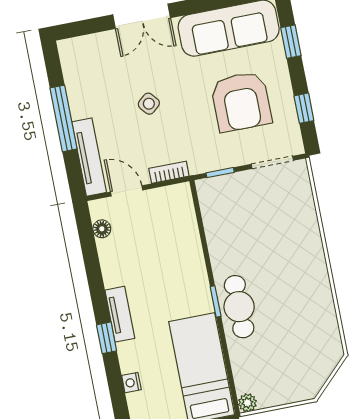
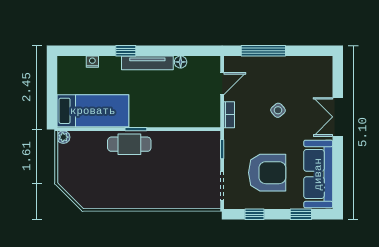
armchair: (241, 102) -> (267, 173), turned 180
window: (64, 118) -> (263, 51), moved
tv unit: (89, 157) -> (250, 63), removed
floor lamp: (102, 229) -> (181, 62), moved
tv unit: (120, 314) -> (147, 63), width x1.41

